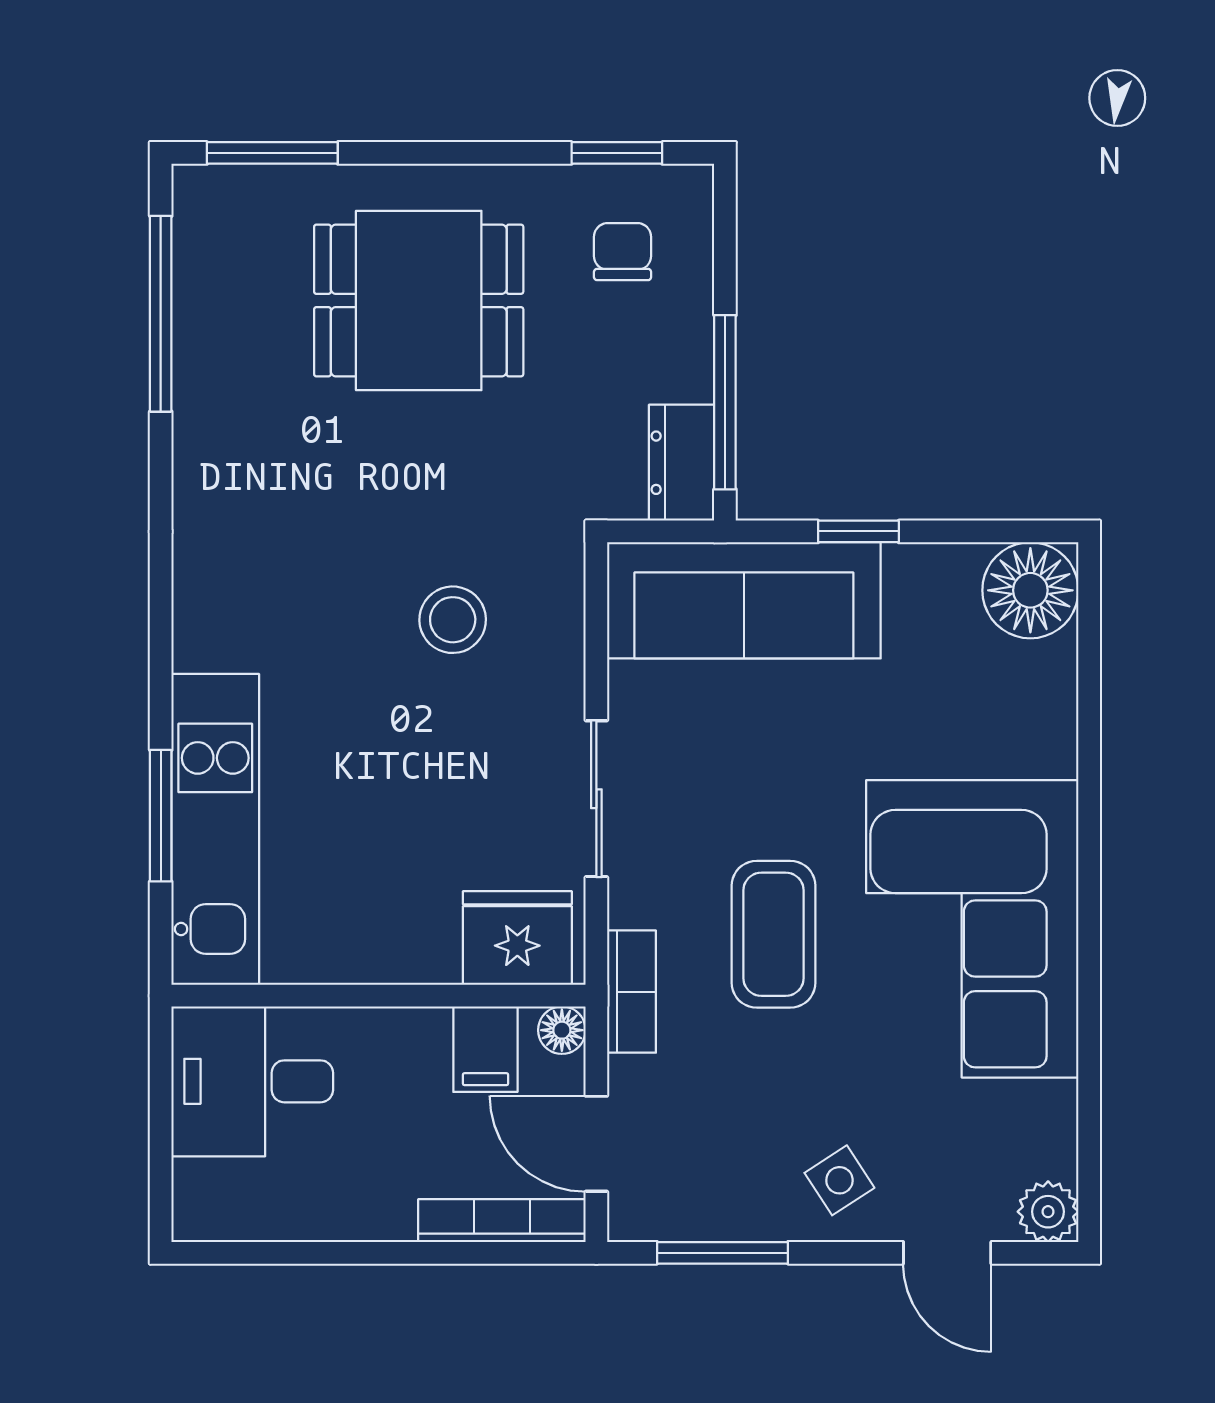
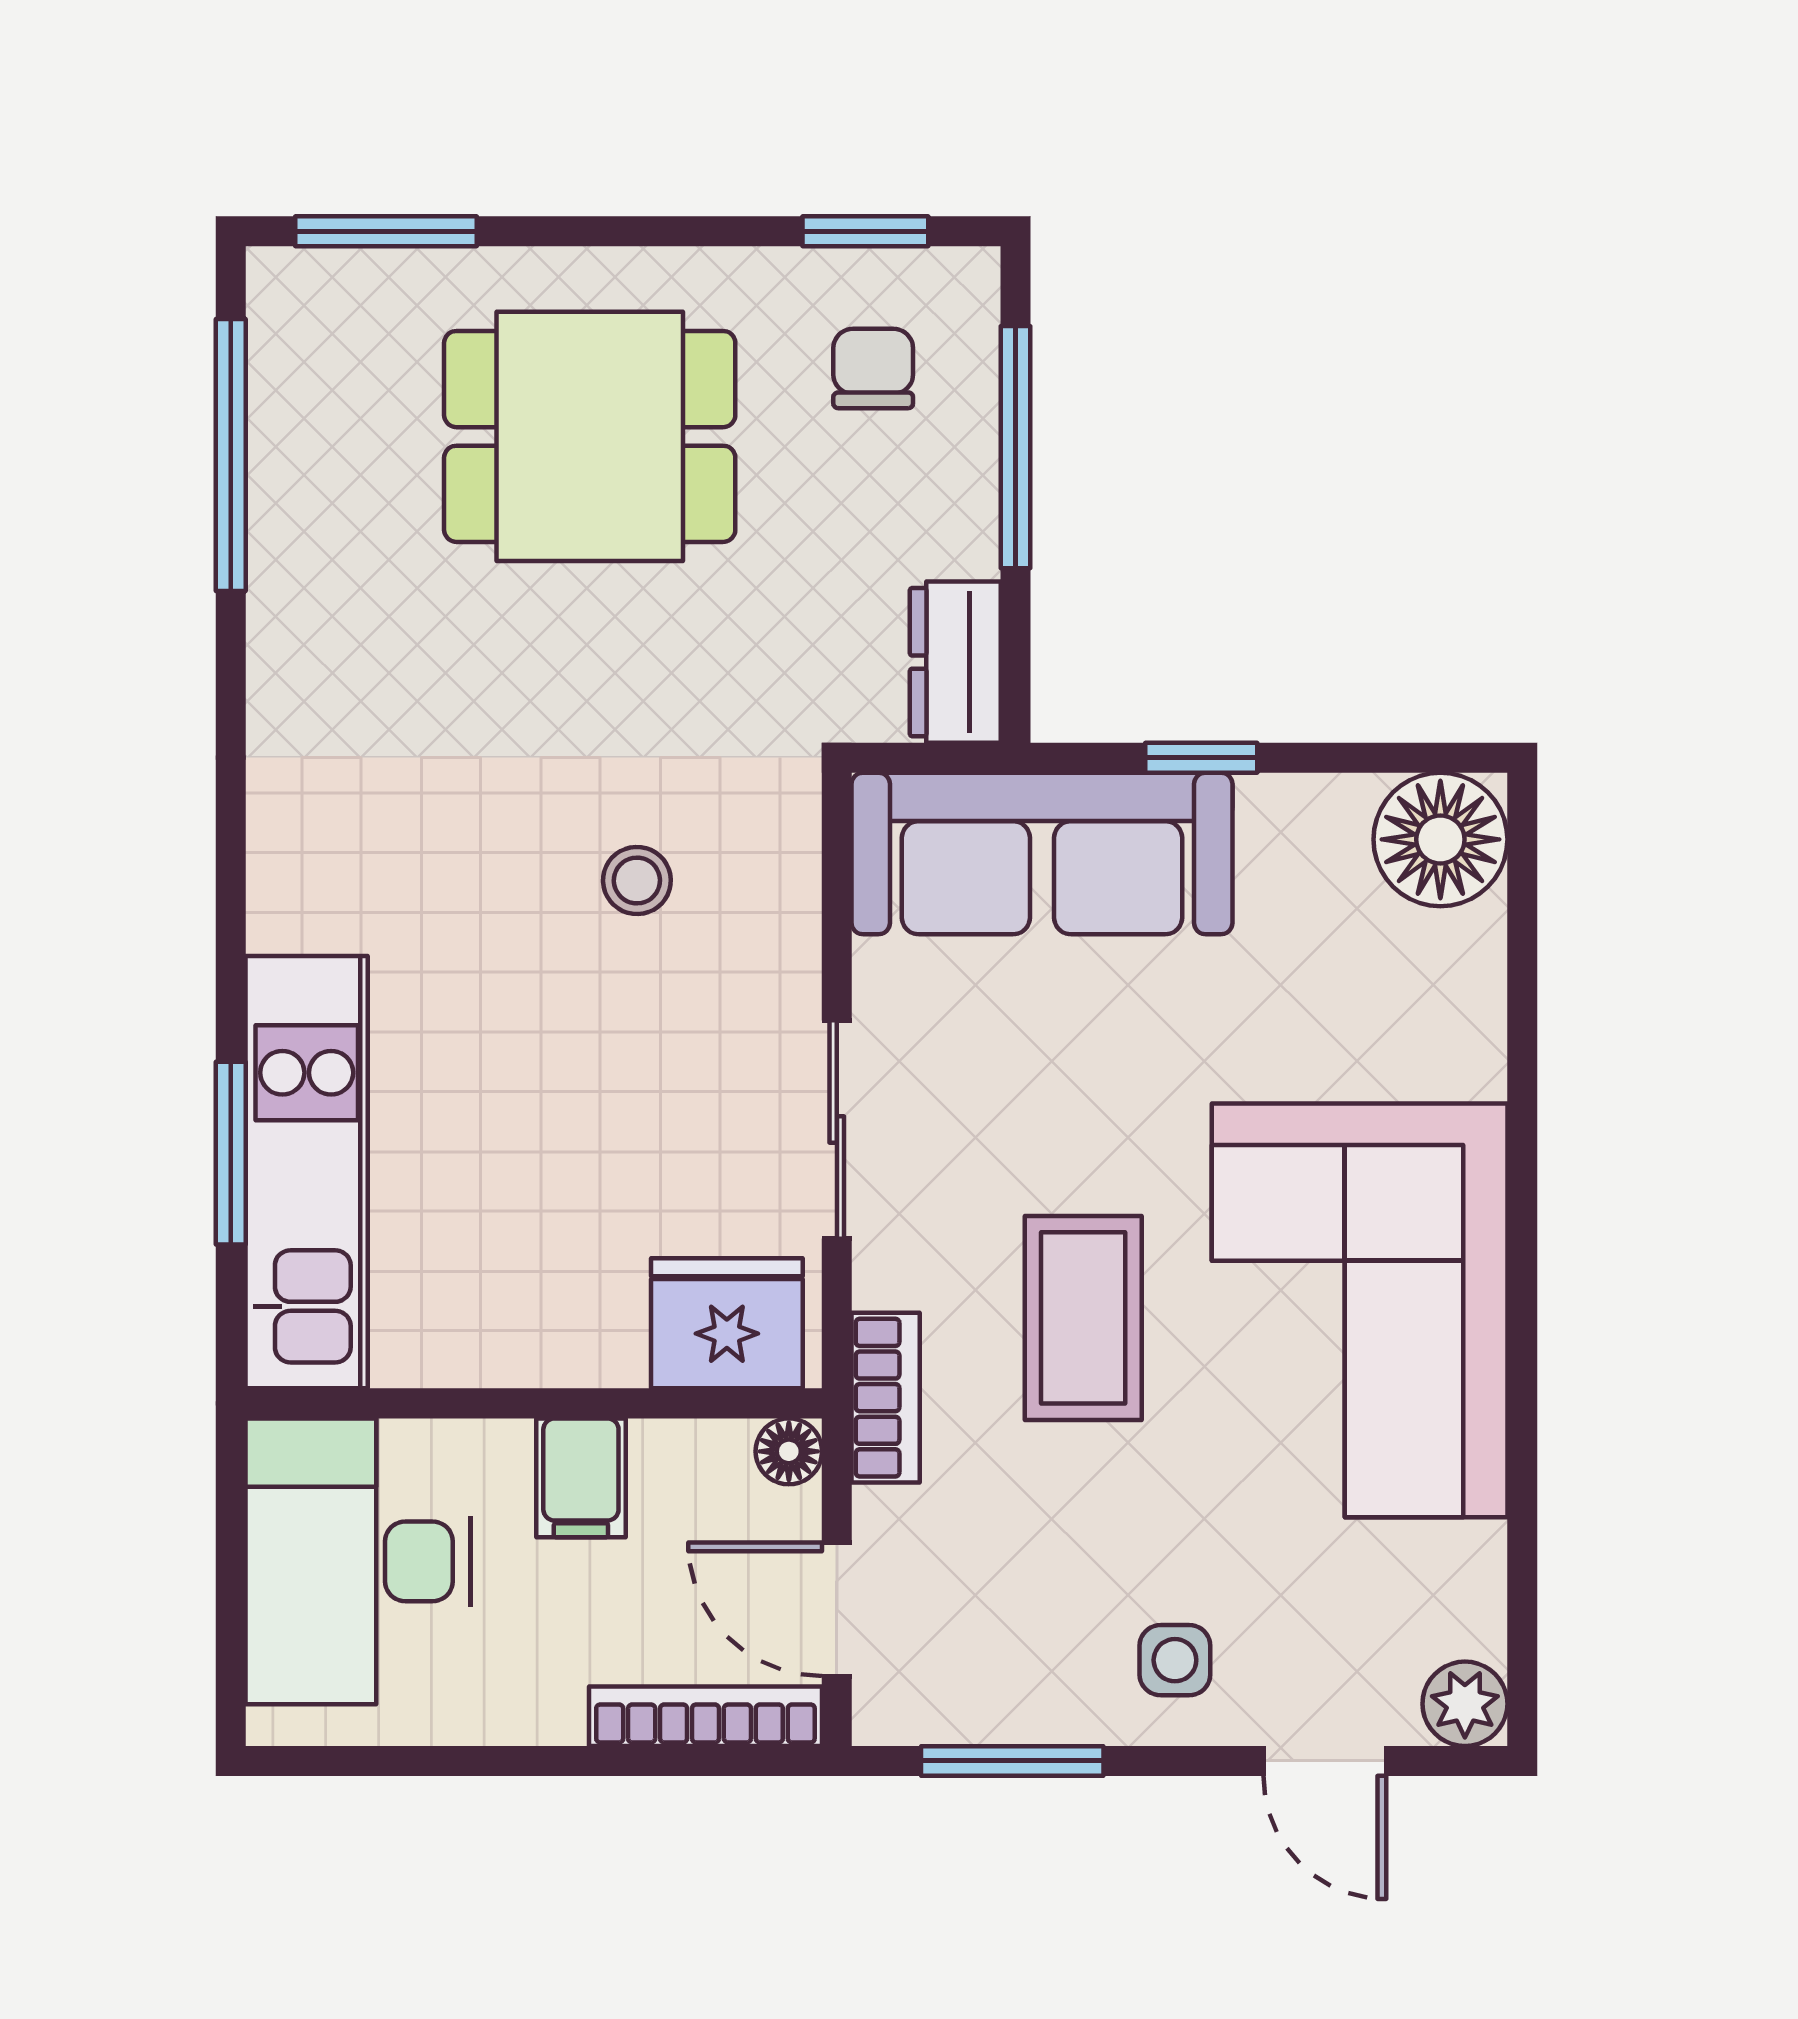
window: (725, 402) -> (1016, 447), moved
stool: (453, 620) -> (637, 881), width x0.73, depth x0.73
filing cabinet: (485, 1049) -> (581, 1478), moved
desk: (252, 1081) -> (358, 1561), width x1.37
side table: (839, 1180) -> (1175, 1660), turned 33

